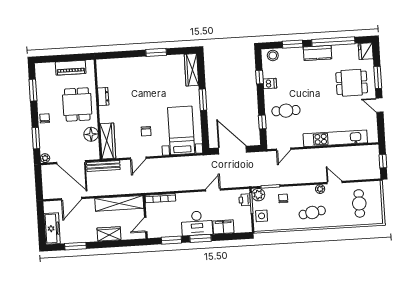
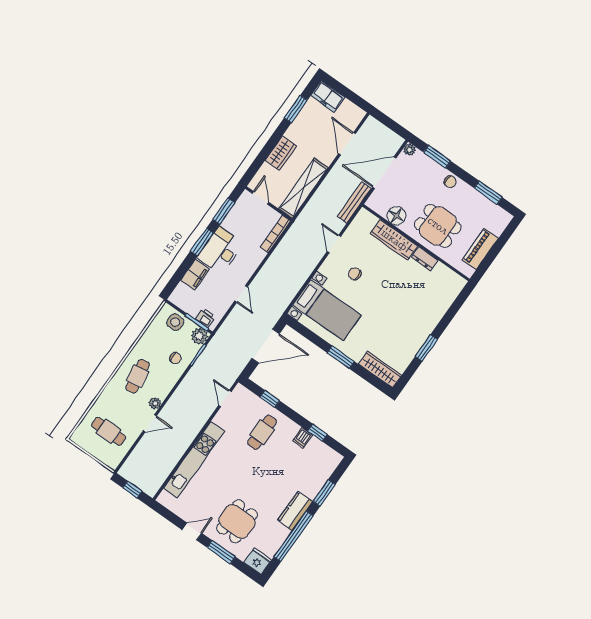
stool: (273, 55) -> (329, 464), removed
wardrobe: (108, 141) -> (394, 240), moved
freezer: (52, 228) -> (328, 96), width x0.71

